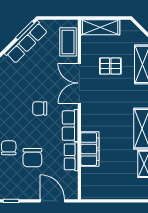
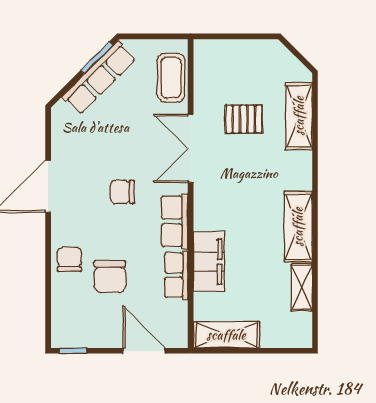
shelving: (100, 27) -> (226, 335), moved

